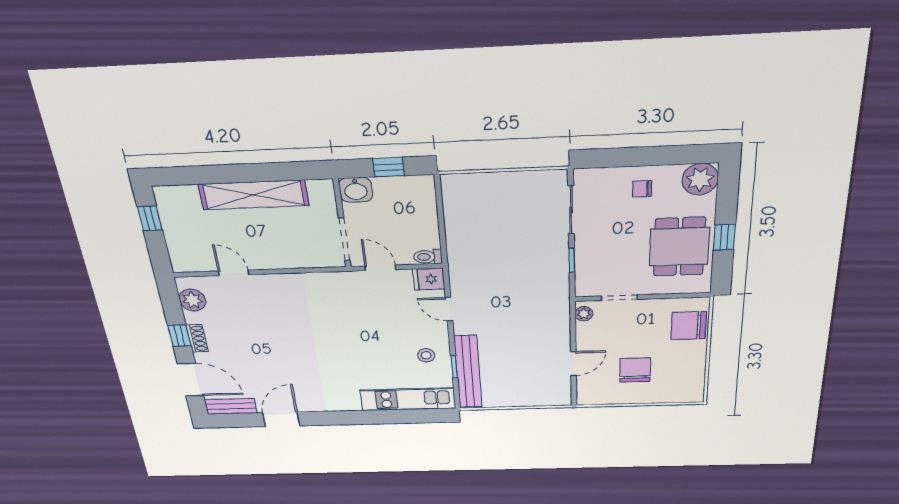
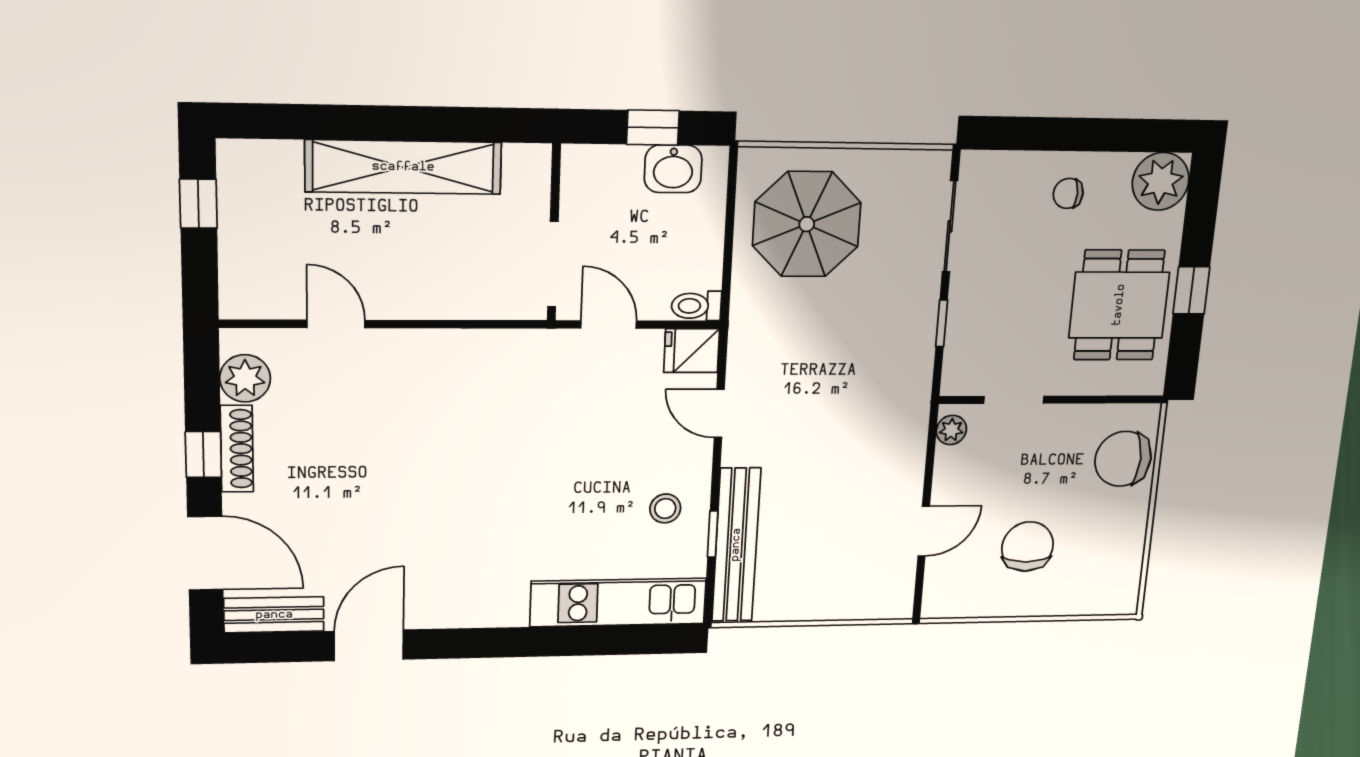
washbasin: (356, 190) -> (673, 169), moved
parasol: (485, 213) -> (807, 224), added
shoe rack: (197, 338) -> (237, 449), width x1.43

